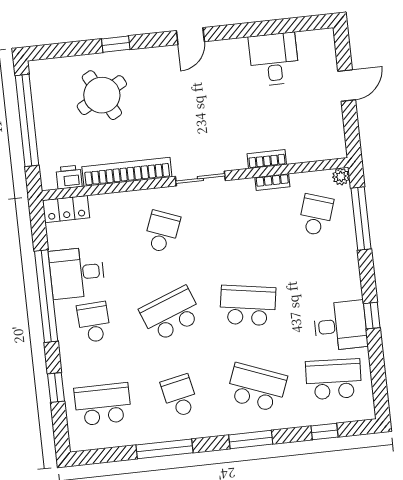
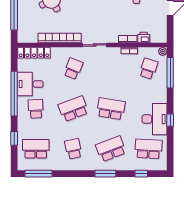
printer: (69, 177) -> (144, 37), moved
locker: (66, 209) -> (34, 53), width x1.53
desk: (340, 326) -> (154, 119), width x1.37
school desk: (257, 388) -> (111, 149), turned -42
window: (165, 449) -> (39, 174), moved

